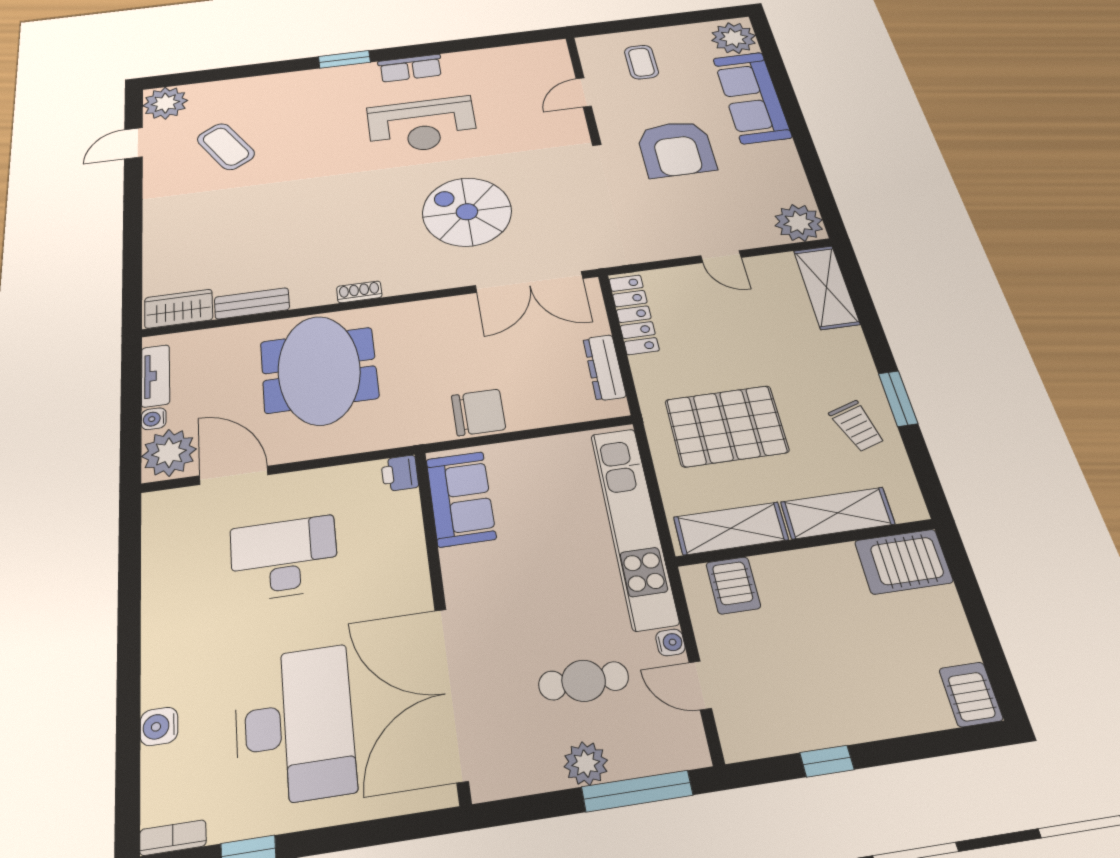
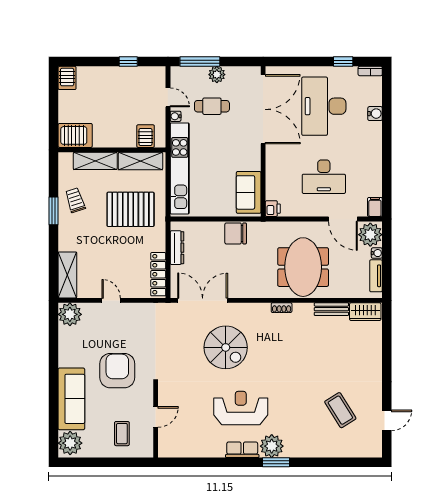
plant: (165, 103) -> (272, 446), moved
filing cabinet: (158, 511) -> (375, 207), added

